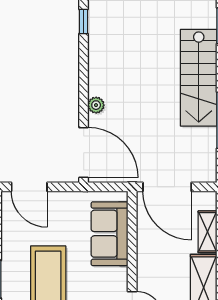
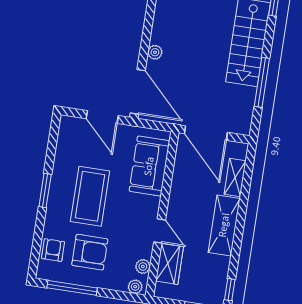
door: (29, 187) -> (102, 117), moved

